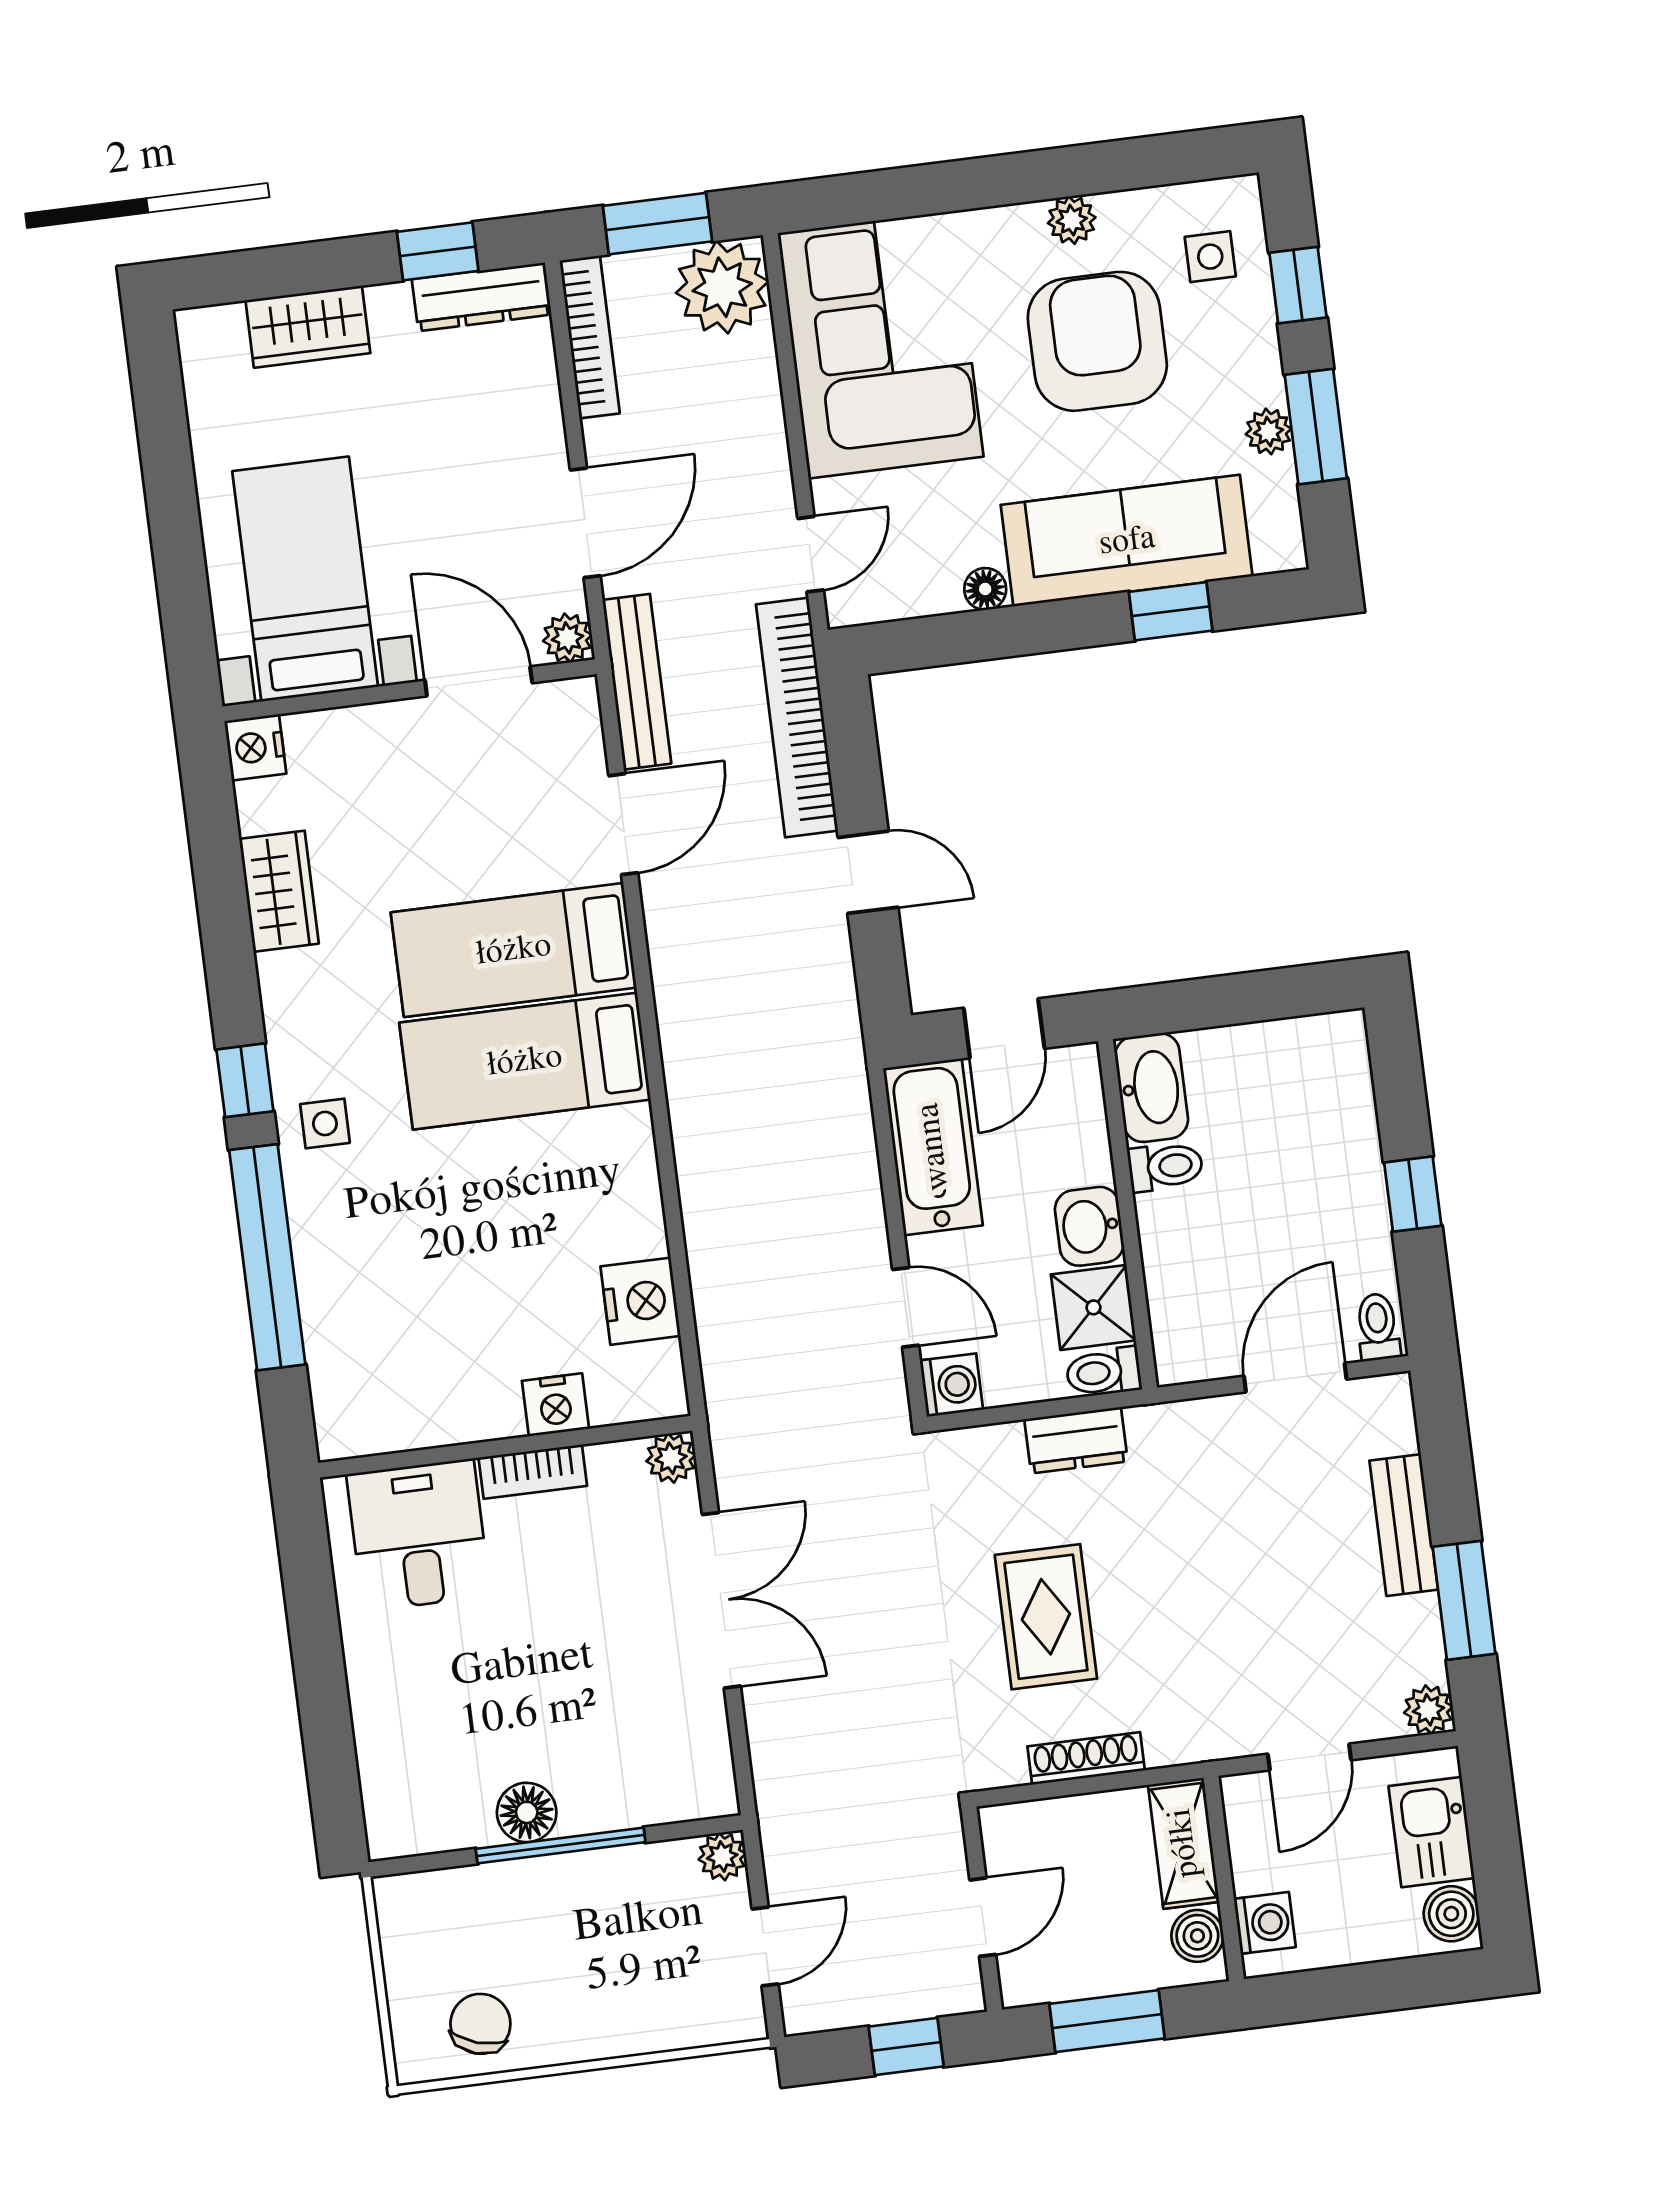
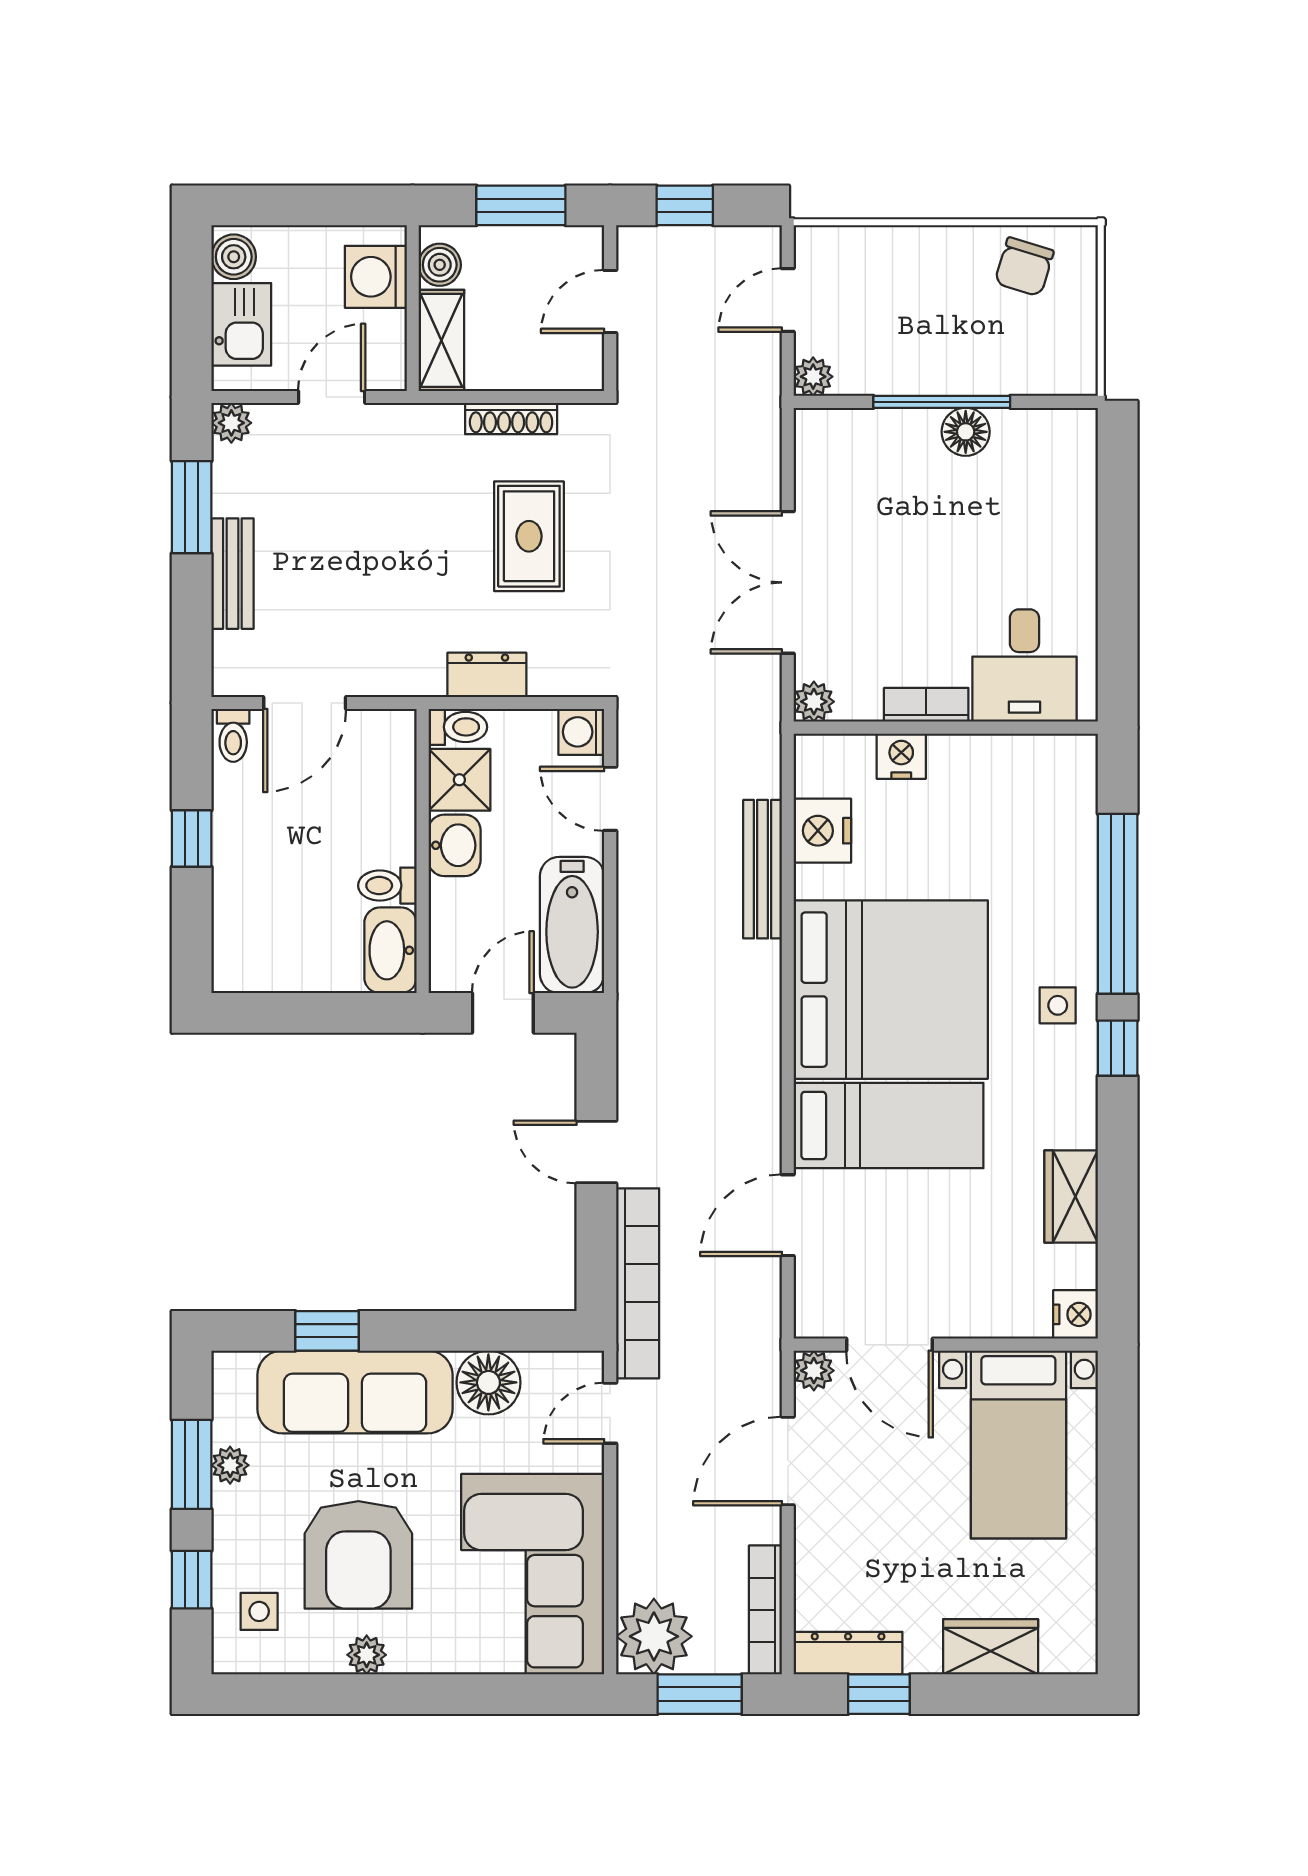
floor lamp: (985, 589) -> (488, 1382), width x1.89, depth x1.89
bench: (637, 682) -> (763, 869), moved
bed: (525, 1061) -> (891, 990), width x2.04
washing machine: (1265, 1923) -> (376, 277), width x1.38, depth x1.38

